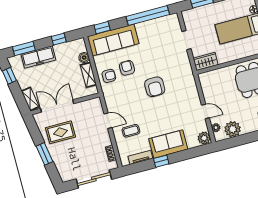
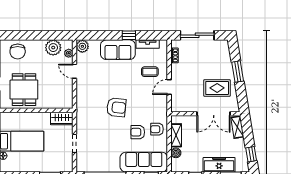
armchair: (127, 68) -> (138, 132), turned 90
armchair: (155, 87) -> (116, 107), turned 96
door: (108, 121) -> (169, 87), hinge flipped

